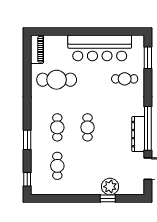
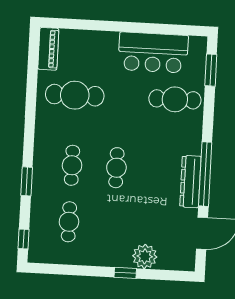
bar counter: (100, 48) -> (153, 53), width x0.73
cafe table: (125, 79) -> (175, 99), width x1.37, depth x1.35
window: (108, 198) -> (125, 273), moved

